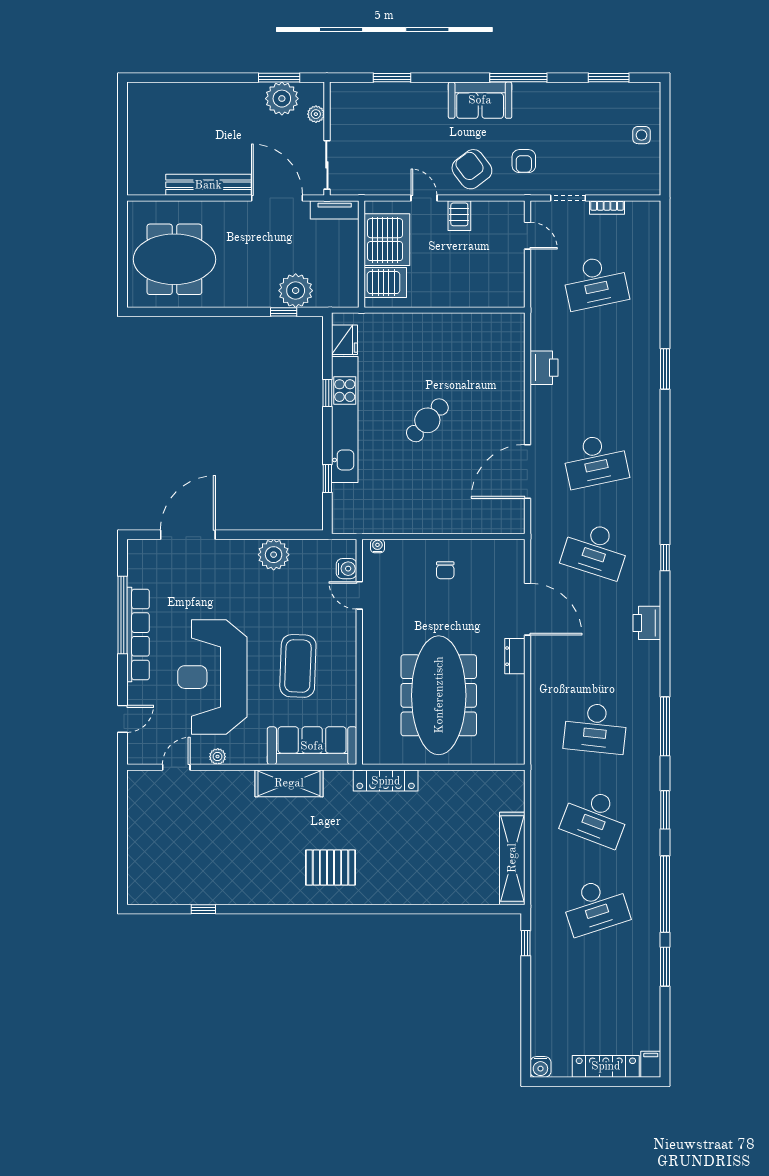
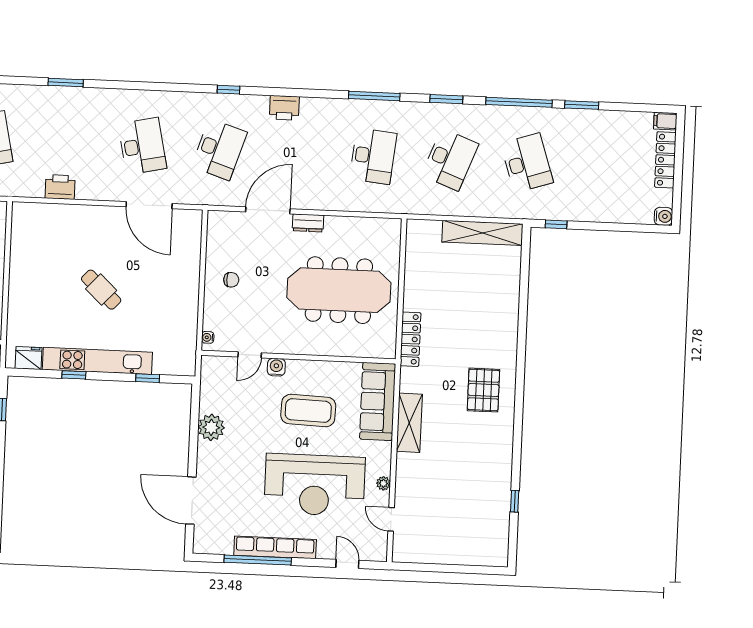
water cooler: (347, 569) -> (276, 367), moved

